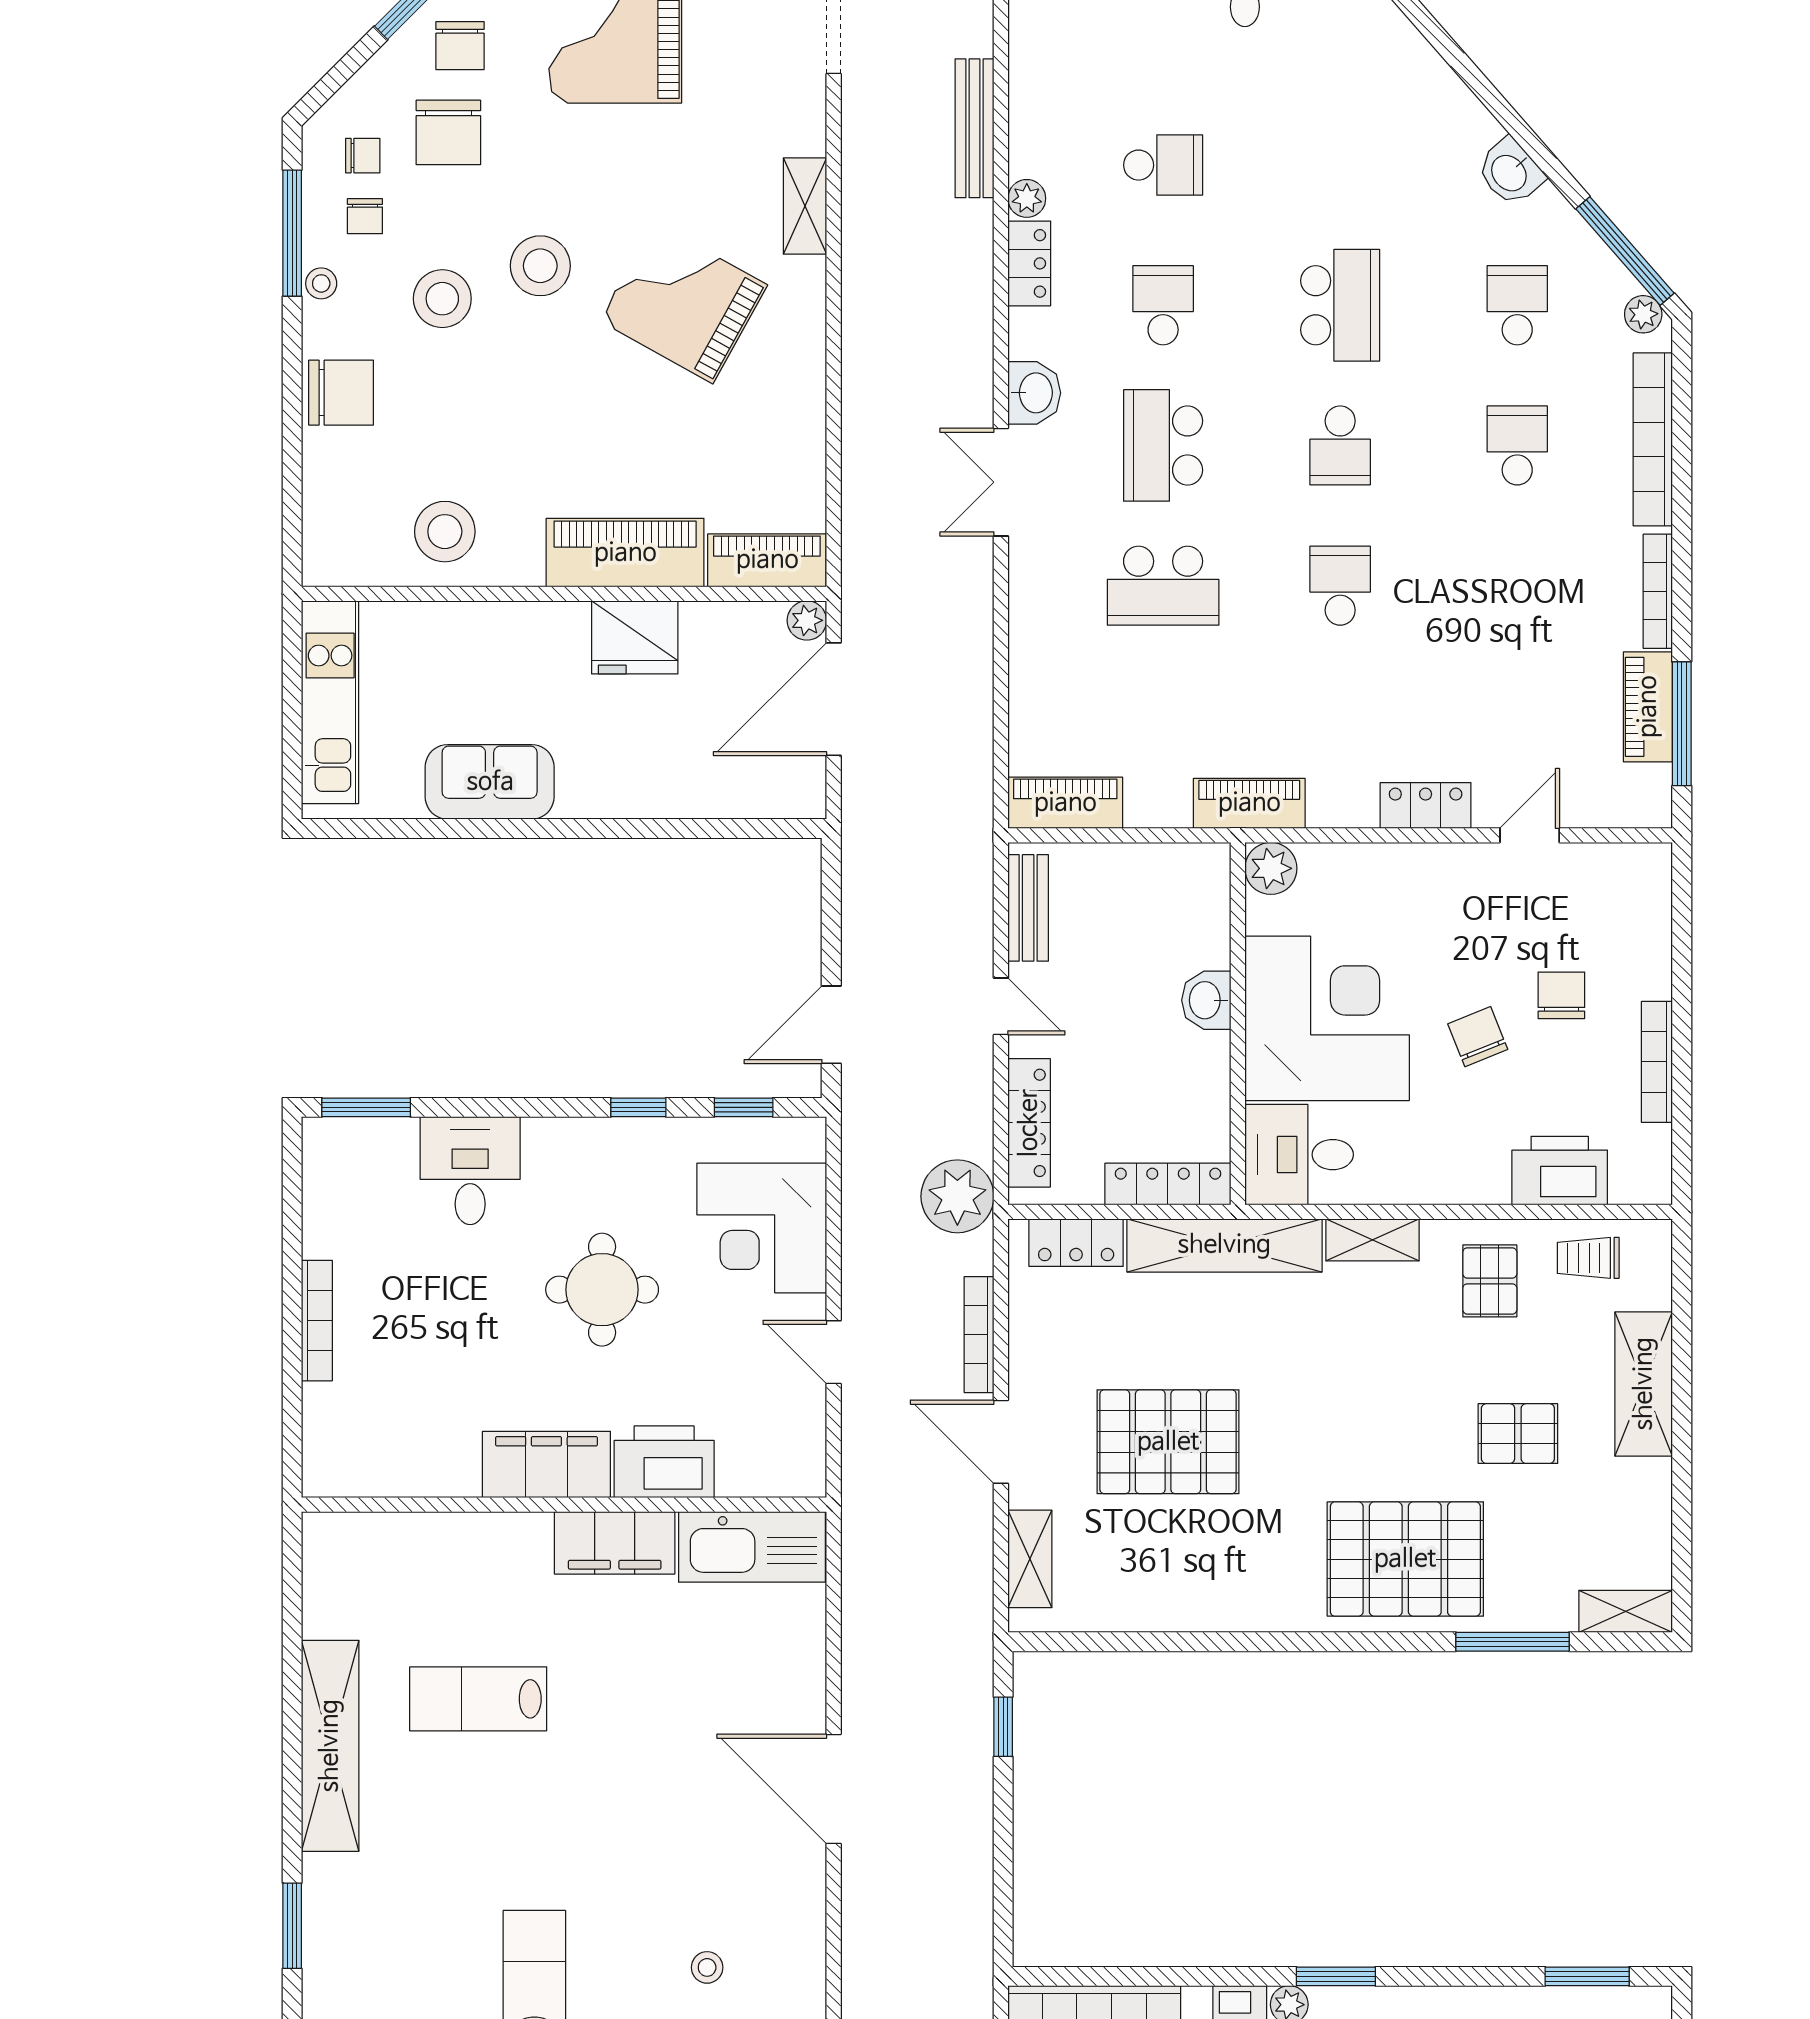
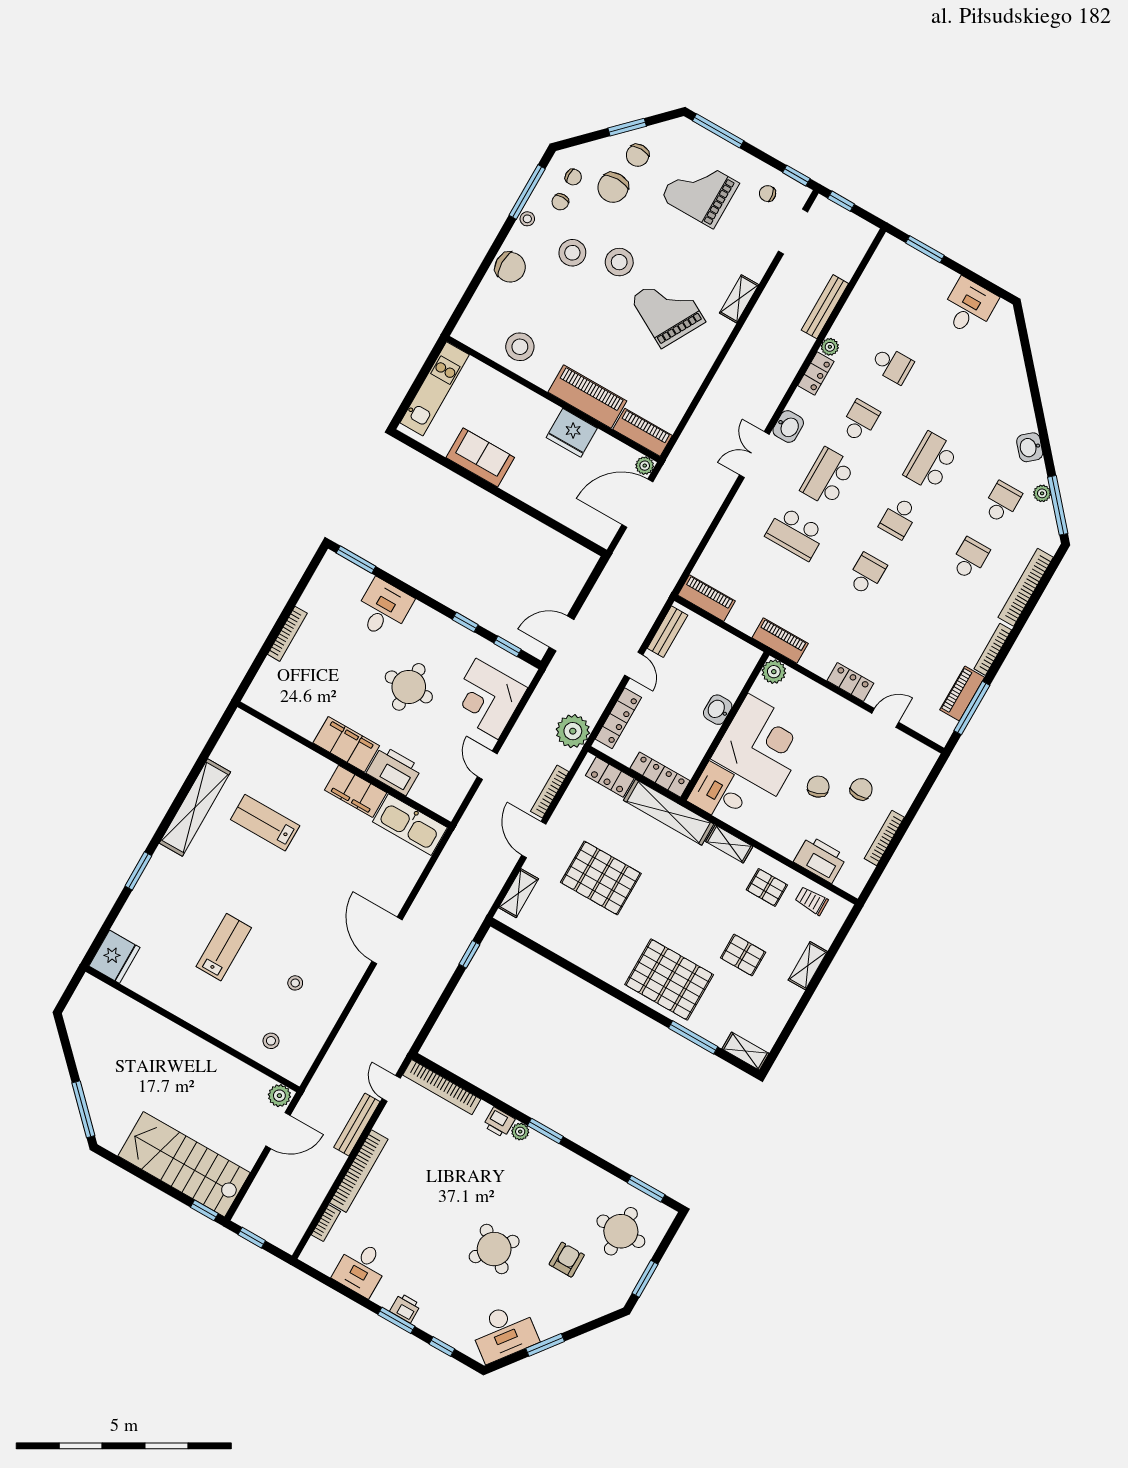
school desk: (1340, 305) -> (931, 462), turned 180
plant: (1643, 314) -> (1042, 493), moved
pallet: (1490, 1281) -> (767, 887), turned 90
shelving: (1644, 1384) -> (808, 966), width x0.67, depth x0.75

